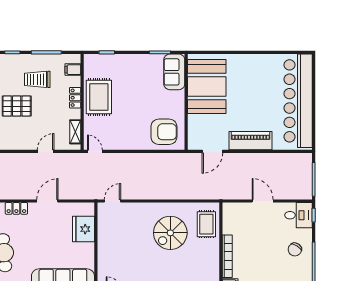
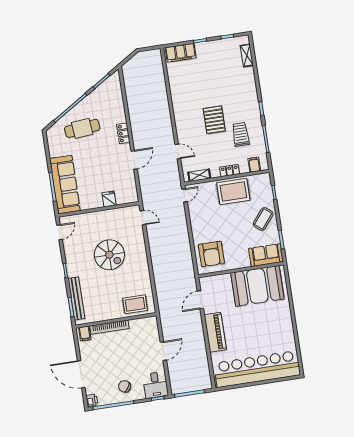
coffee table: (134, 69) -> (263, 219), added
door: (212, 151) -> (200, 300), hinge flipped
door: (47, 201) -> (134, 160), hinge flipped
fridge: (83, 229) -> (109, 199), width x0.53, depth x0.75
spiral stairs: (170, 233) -> (109, 255), moved, turned 180

